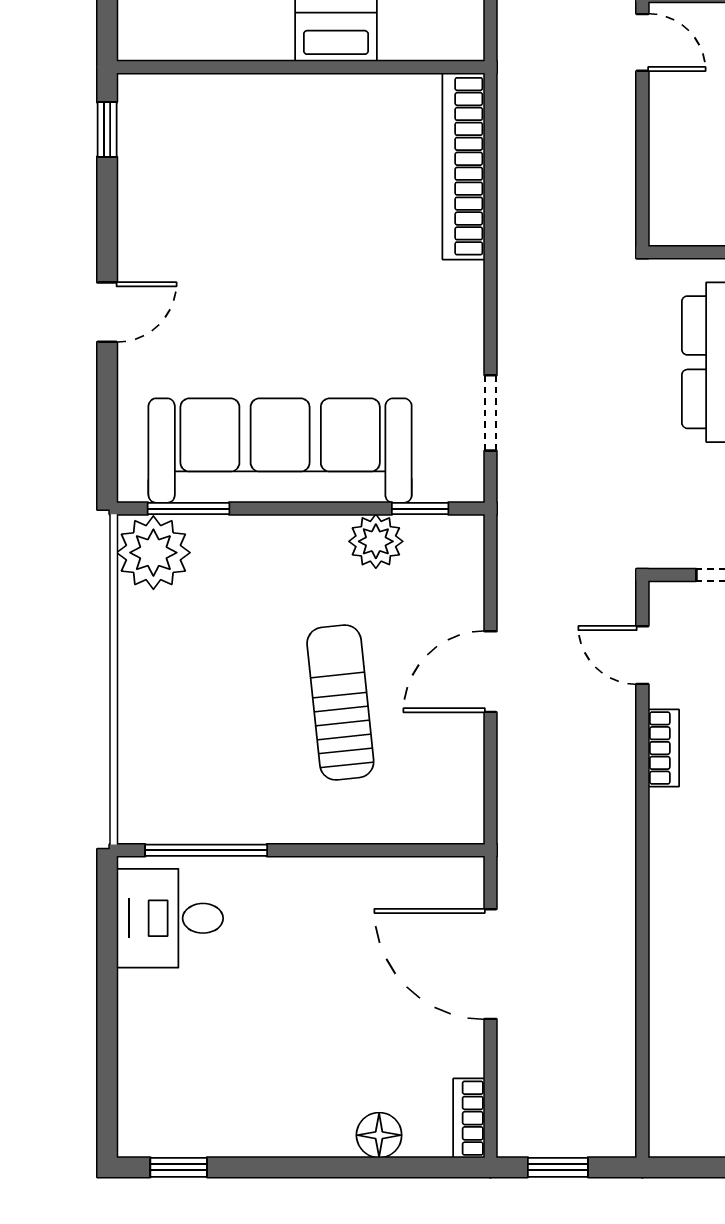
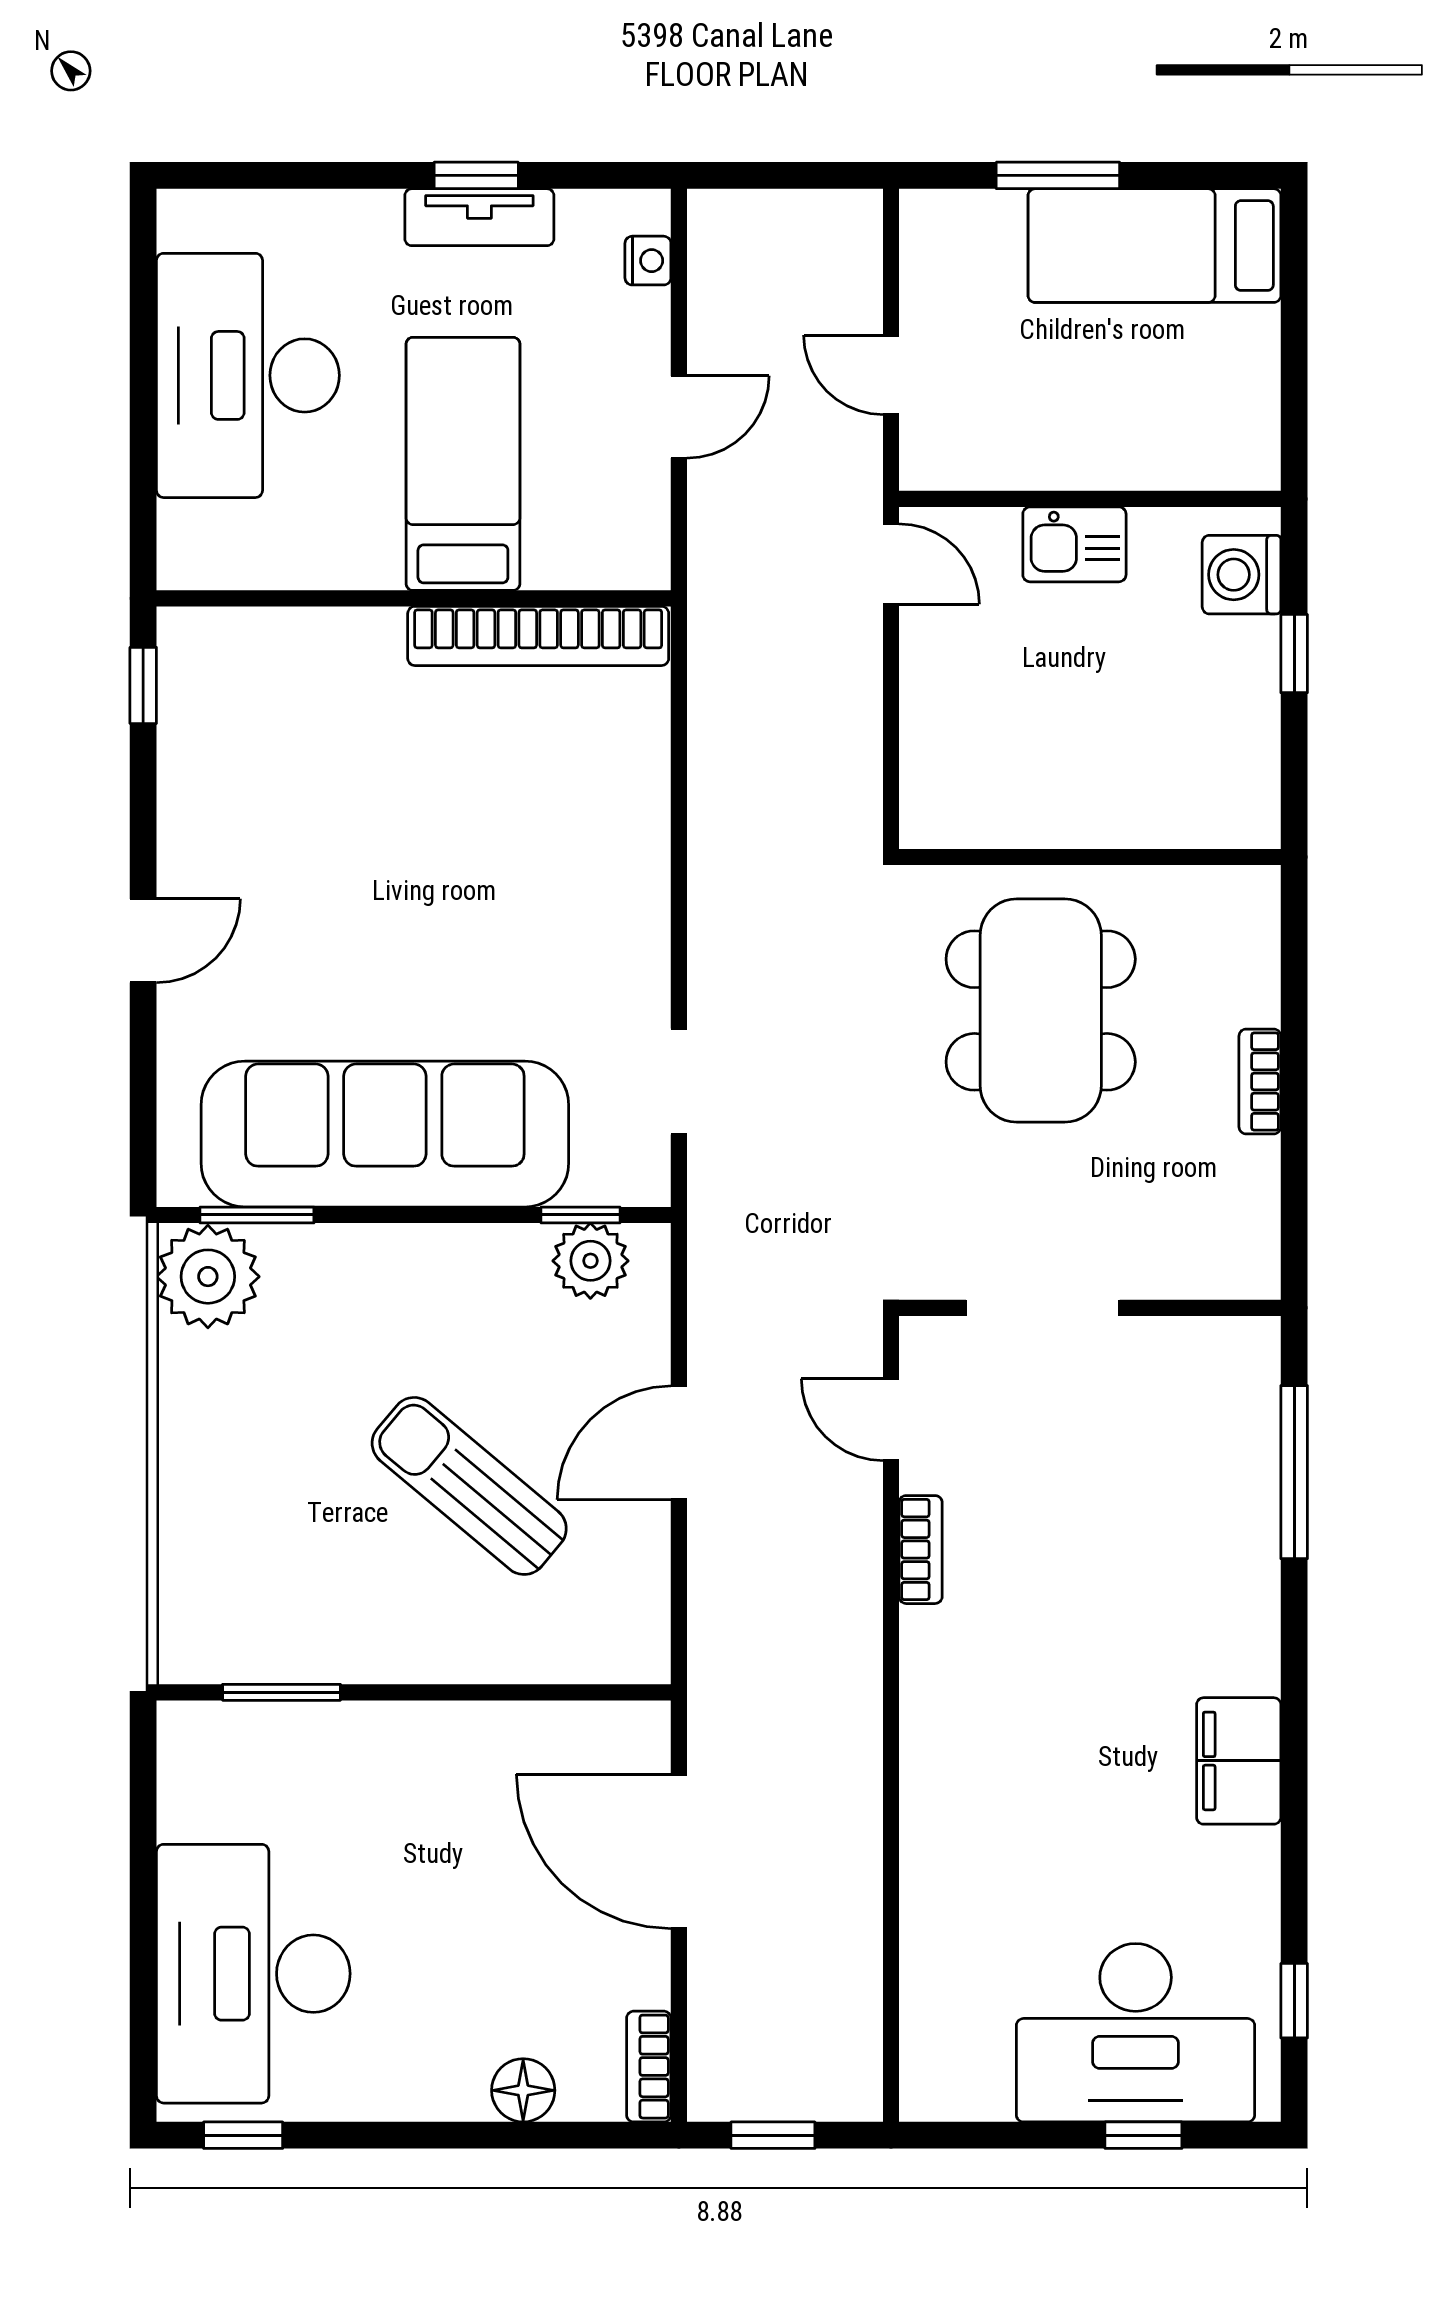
bookcase: (464, 166) -> (538, 636), moved, turned -90
plant: (376, 541) -> (590, 1261), moved
sun lounger: (340, 703) -> (469, 1486), turned -44
window: (206, 850) -> (282, 1692), width x0.69
desk: (170, 918) -> (253, 1974), moved, width x1.87, depth x1.30

